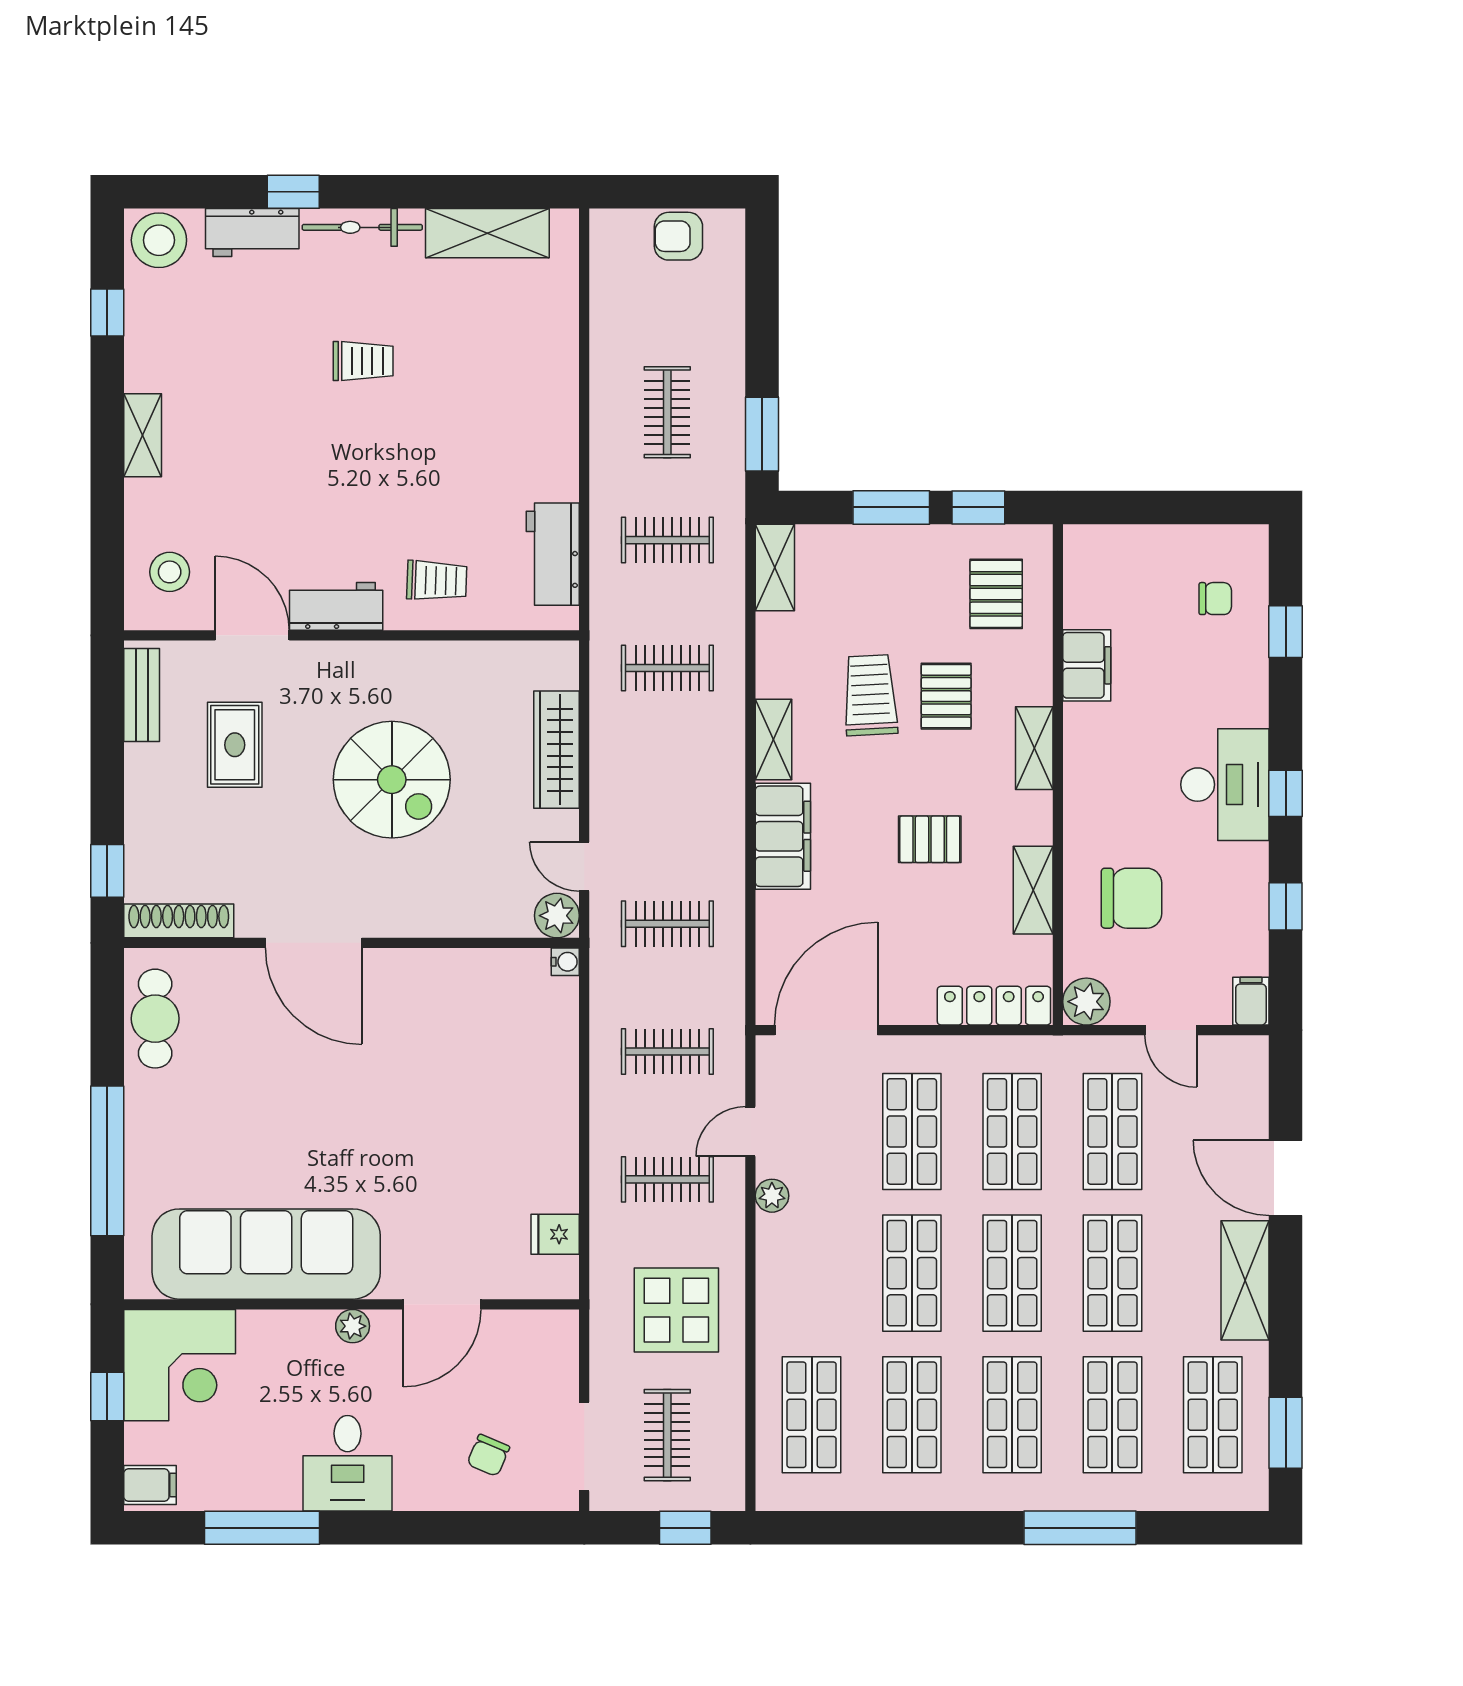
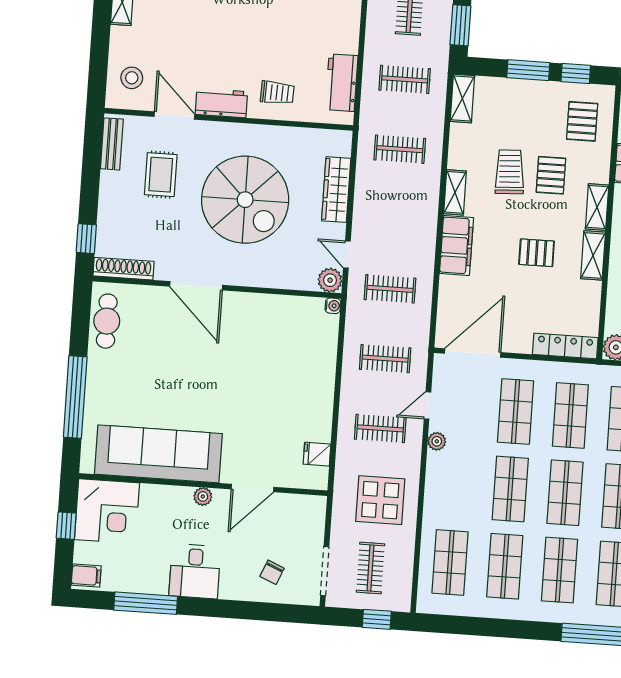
spiral stairs: (392, 780) -> (245, 200), width x1.37, depth x1.37
shelving: (1033, 890) -> (593, 255), moved

